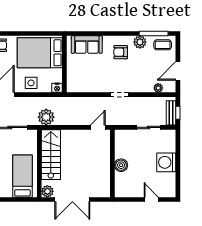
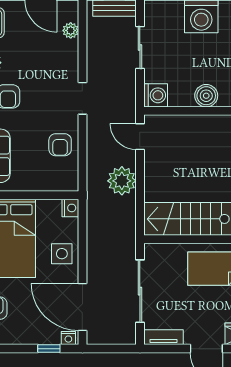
armchair: (93, 82) -> (60, 145), added
plant: (46, 117) -> (122, 181), moved
washing machine: (121, 136) -> (156, 95), added

